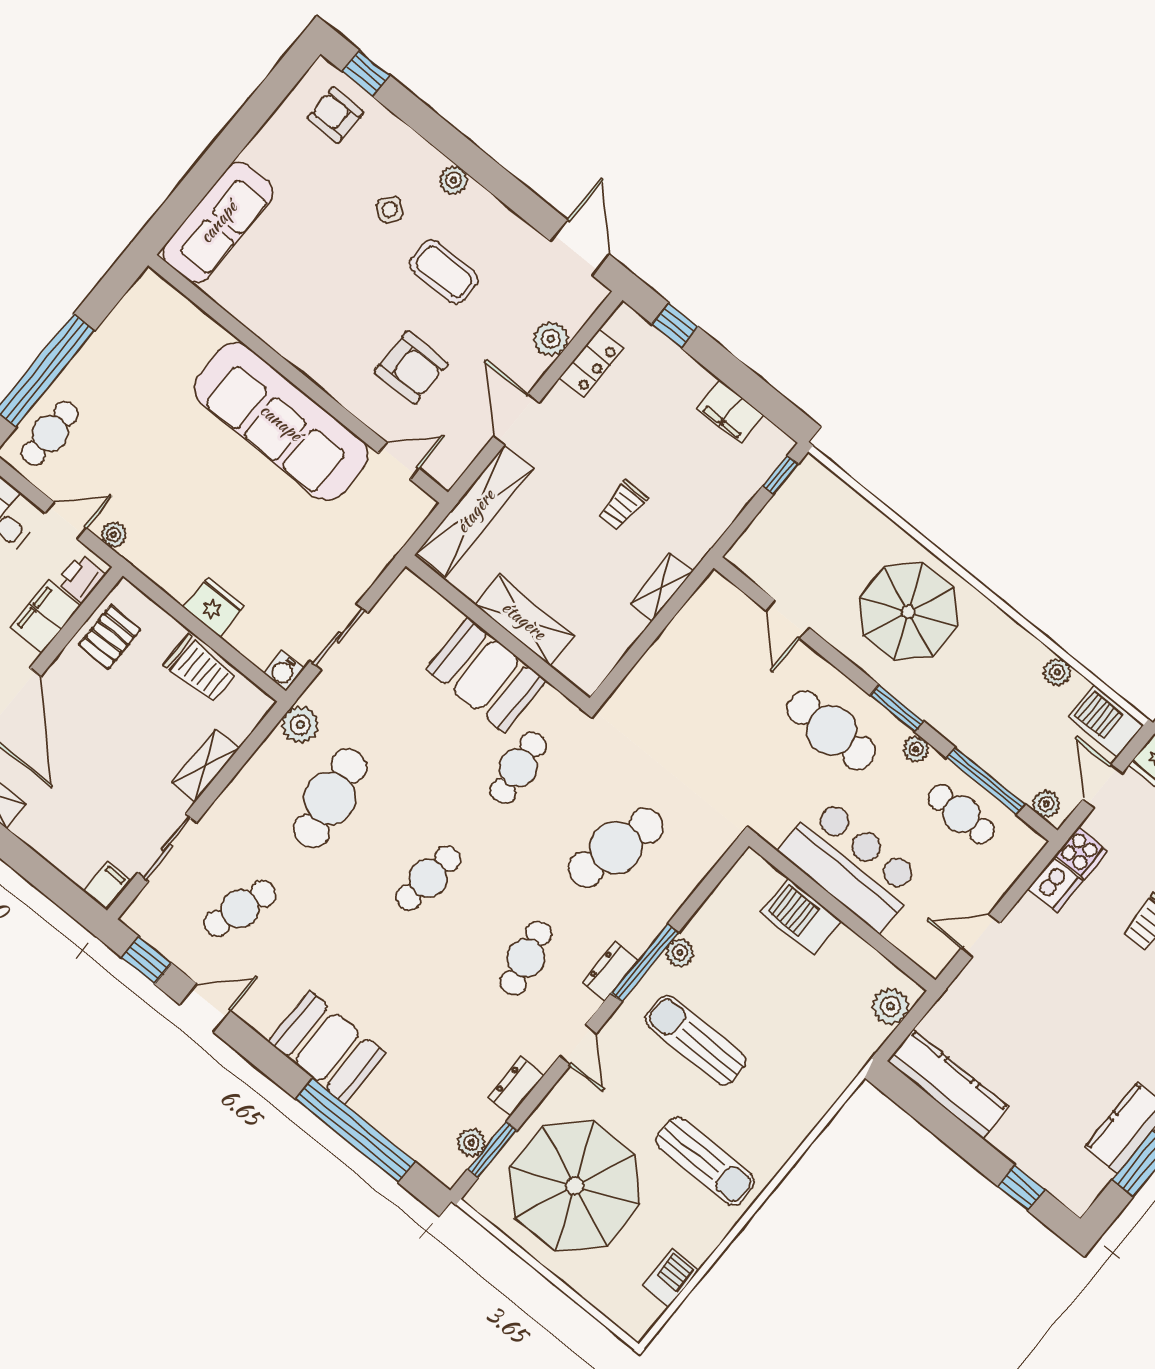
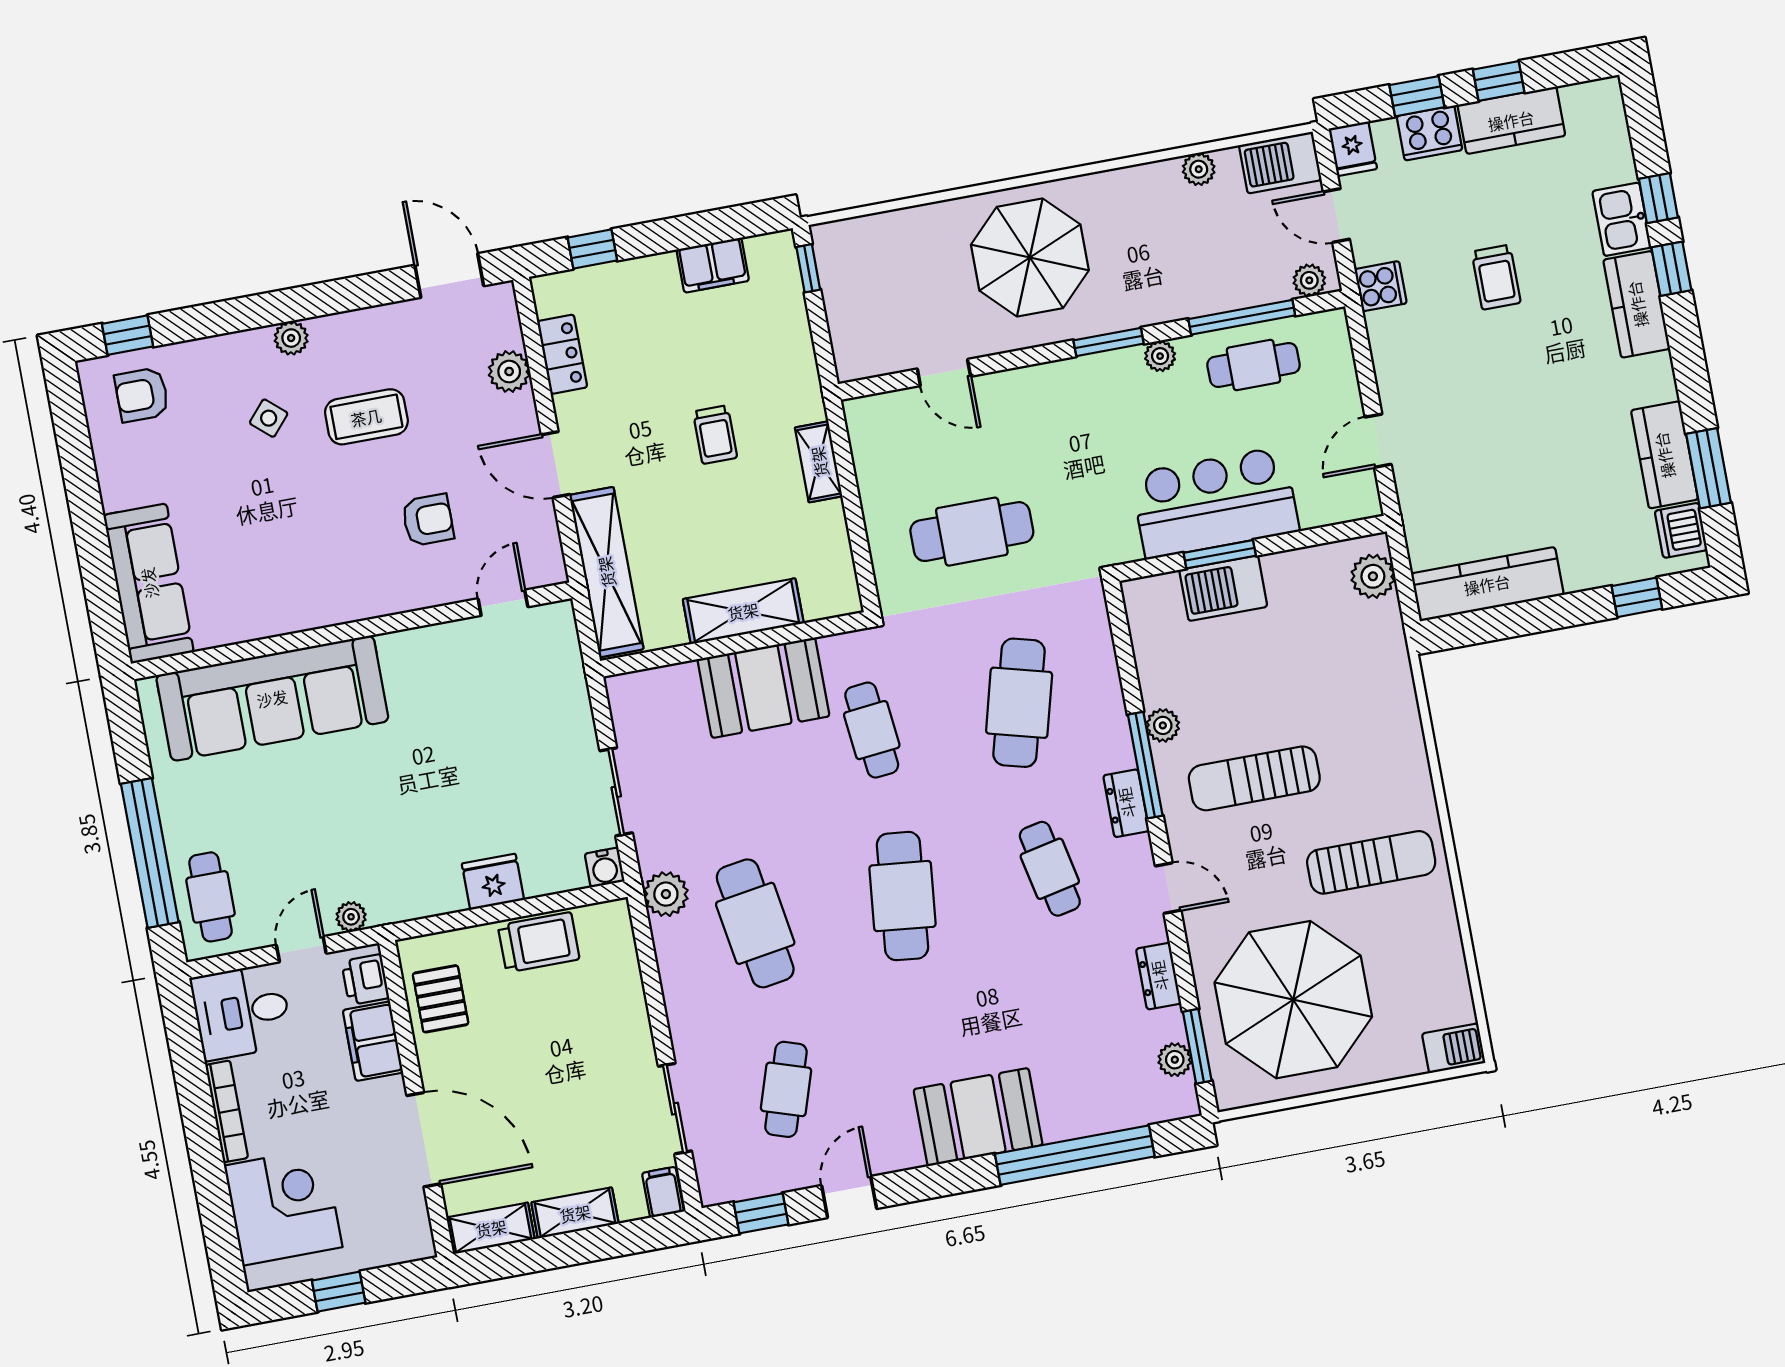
armchair: (411, 368) -> (428, 520), width x0.72, depth x0.72
sofa: (281, 422) -> (272, 698), moved
cafe table: (831, 730) -> (972, 532), moved
shelving: (205, 766) -> (575, 1213), moved, turned 90
cafe table: (428, 878) -> (903, 896), width x1.37, depth x1.35
dishwasher: (1055, 885) -> (1681, 530), moved, turned 180
window: (821, 896) -> (1220, 554), added
barbecue: (671, 1278) -> (1454, 1048), moved, turned 90

